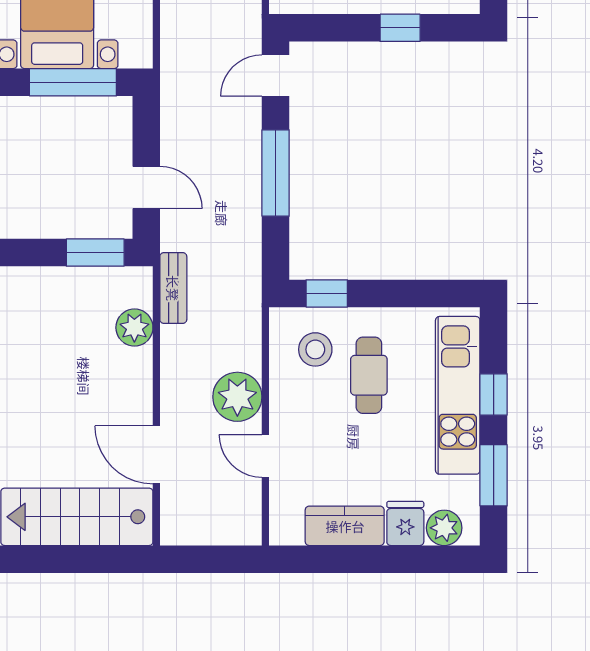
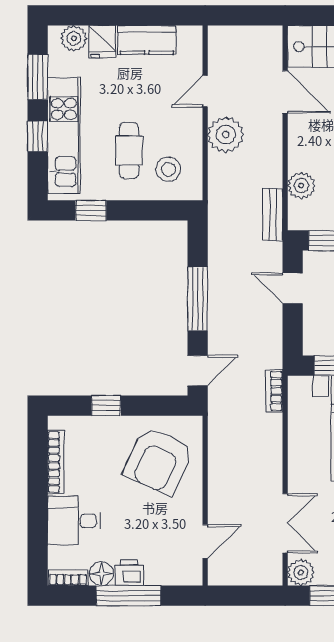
bookcase: (171, 48) -> (274, 391), added
window: (327, 293) -> (91, 210), moved
door: (265, 456) -> (205, 91), swing flipped

